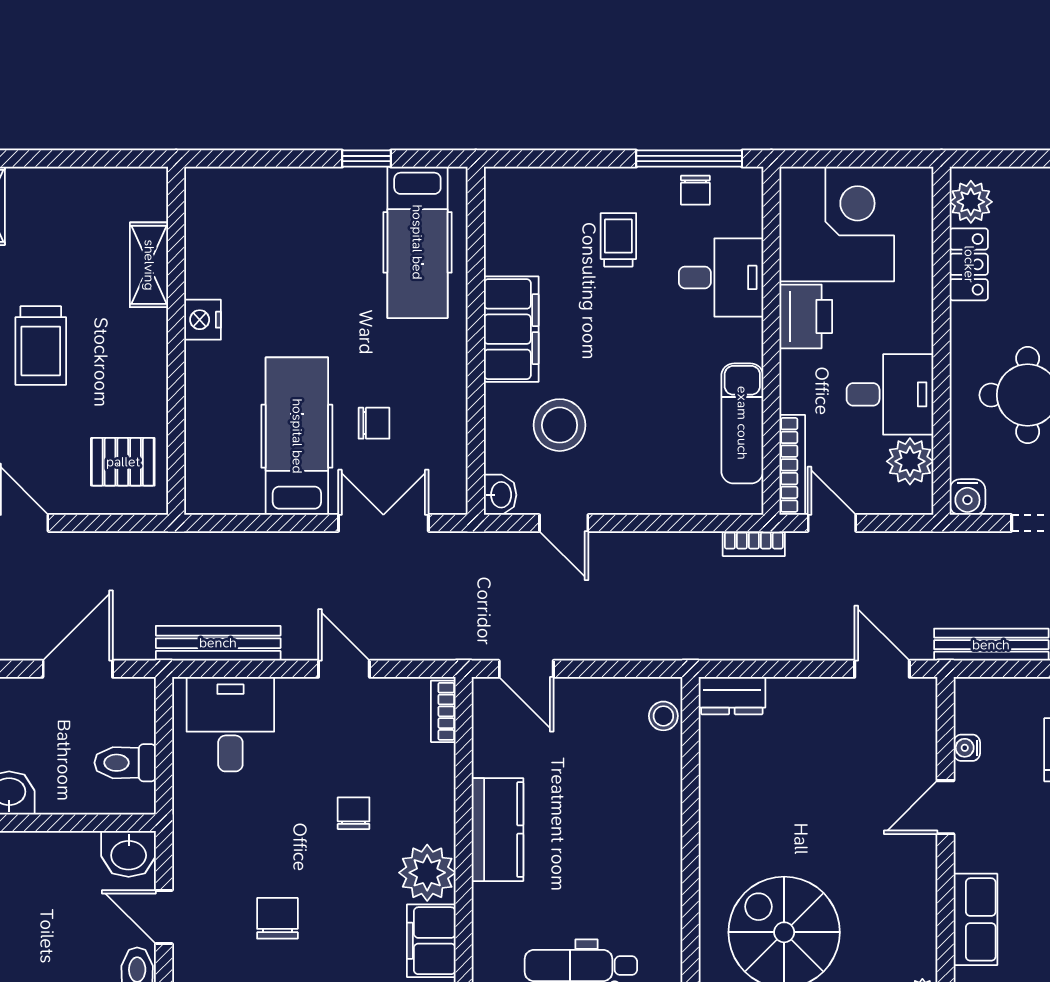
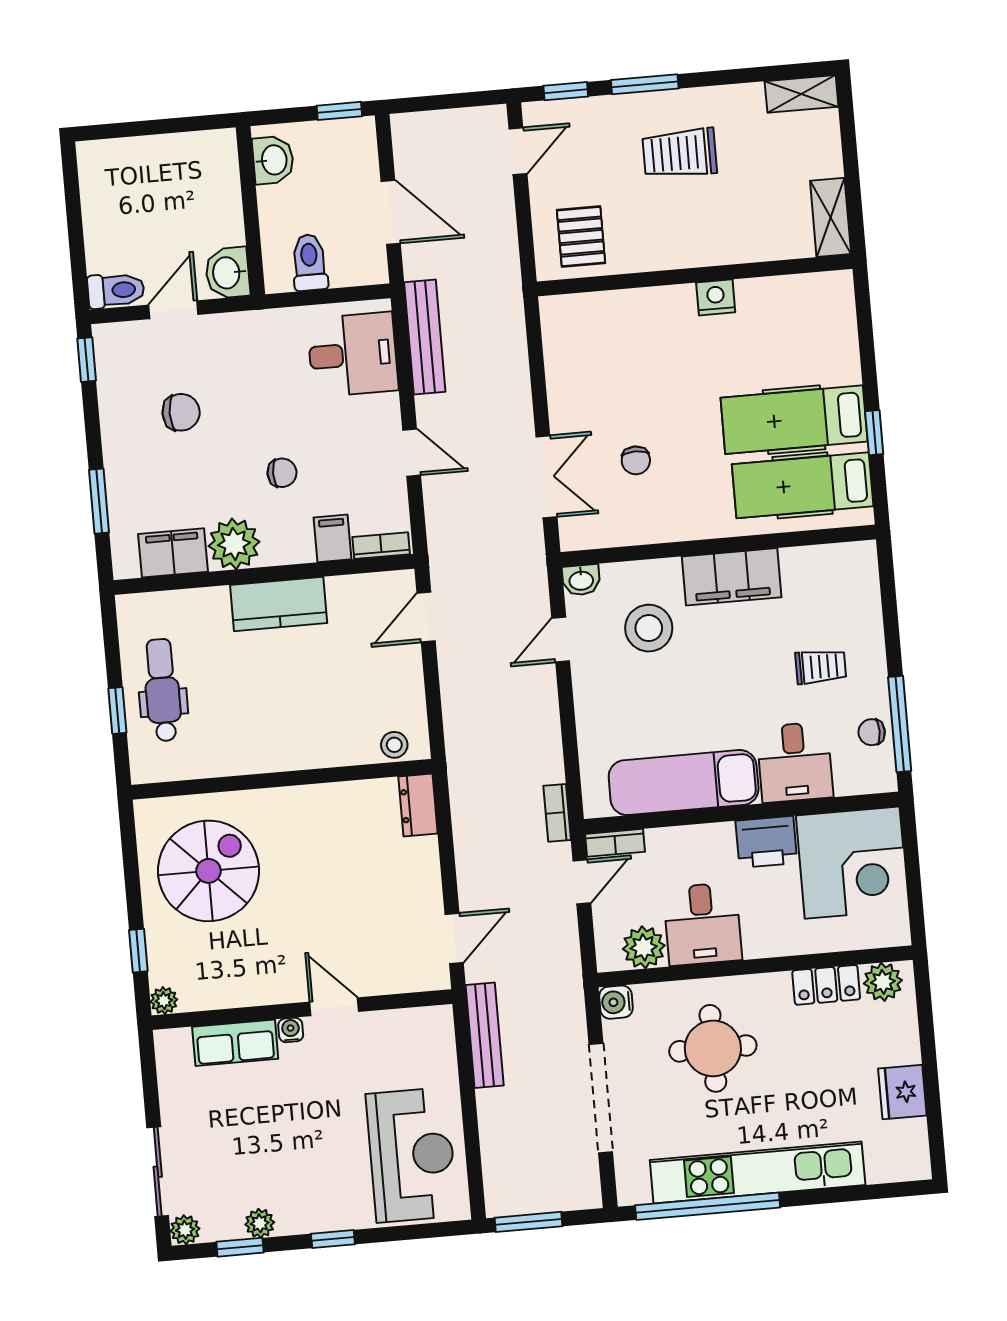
shelving: (149, 265) -> (831, 217), moved, turned 90
exam couch: (742, 423) -> (684, 783), width x1.36, depth x1.45
hospital bed: (297, 436) -> (794, 420), moved, turned 180
bookcase: (792, 465) -> (615, 843), width x0.64
door: (344, 669) -> (412, 453), hinge flipped
water cooler: (967, 748) -> (291, 1030), moved
filing cabinet: (431, 764) -> (333, 538), added

